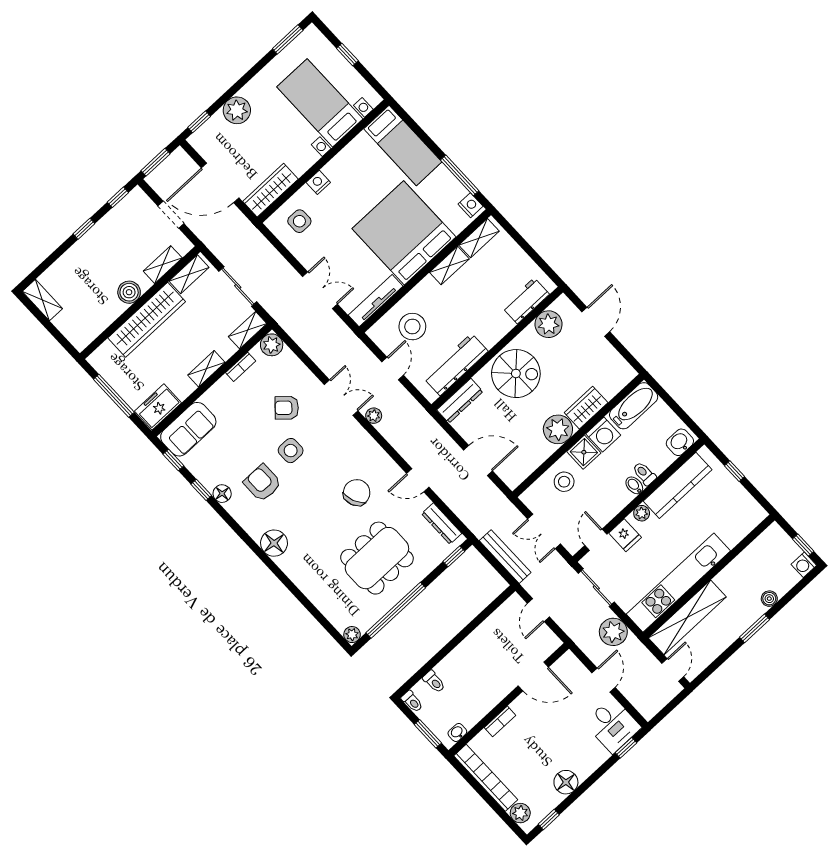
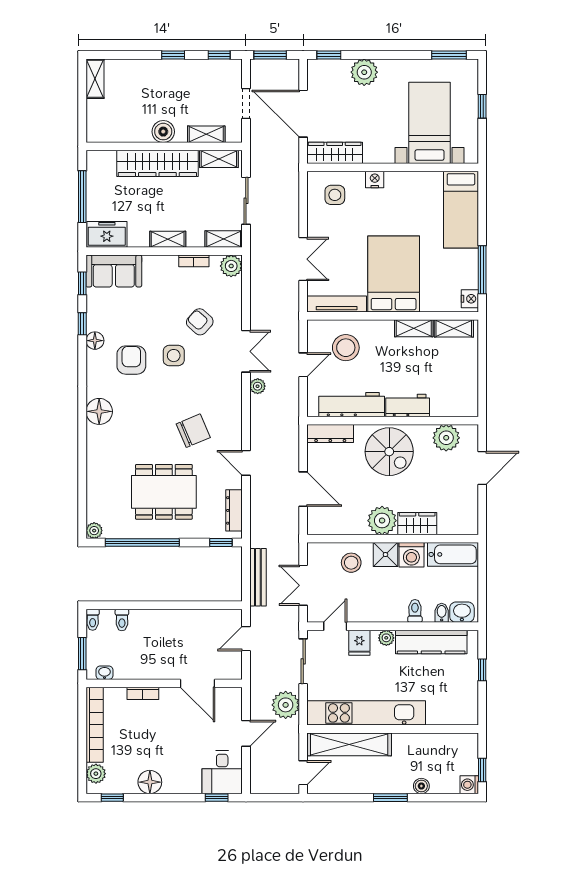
bed: (404, 233) -> (394, 274), width x0.73
workbench: (526, 301) -> (408, 406), moved
bidet: (634, 485) -> (442, 613), moved

